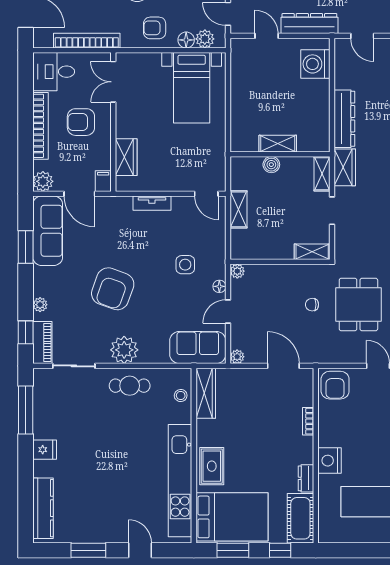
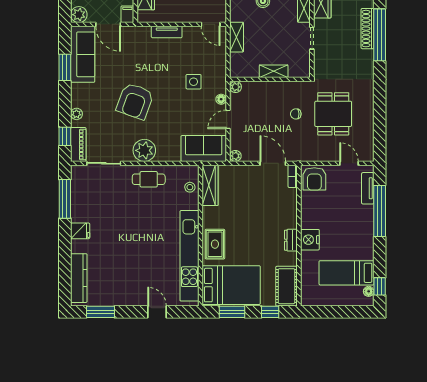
shelving: (312, 252) -> (274, 71), moved
bookcase: (308, 421) -> (293, 176), moved
dresser: (306, 478) -> (291, 240), moved
window: (88, 550) -> (100, 312), moved

